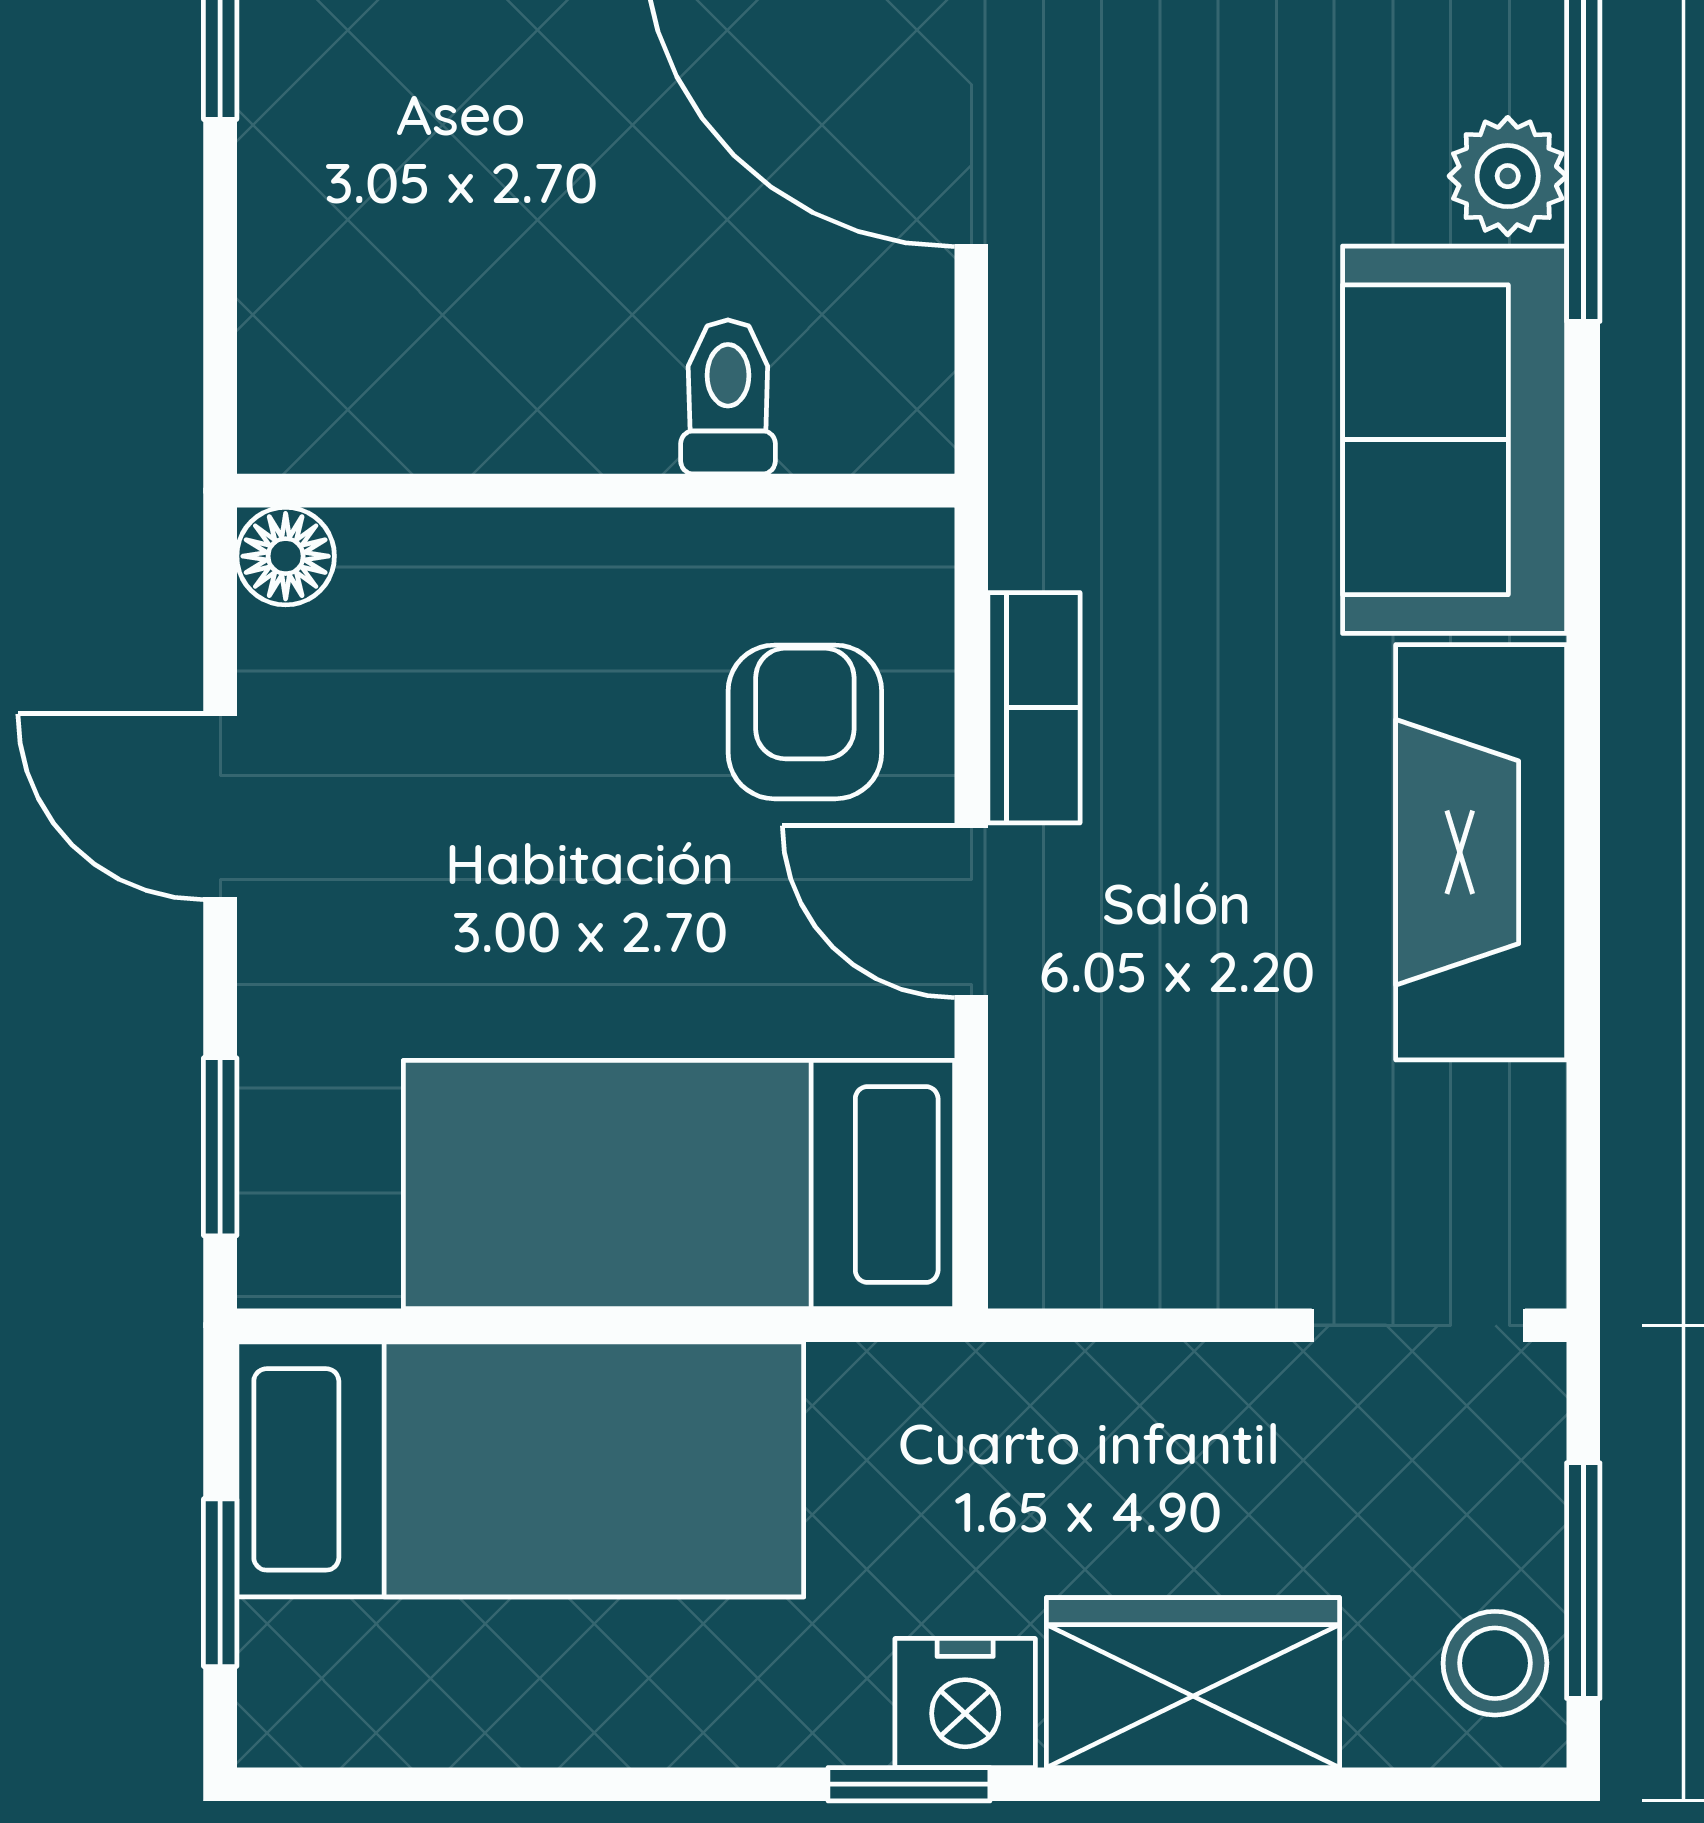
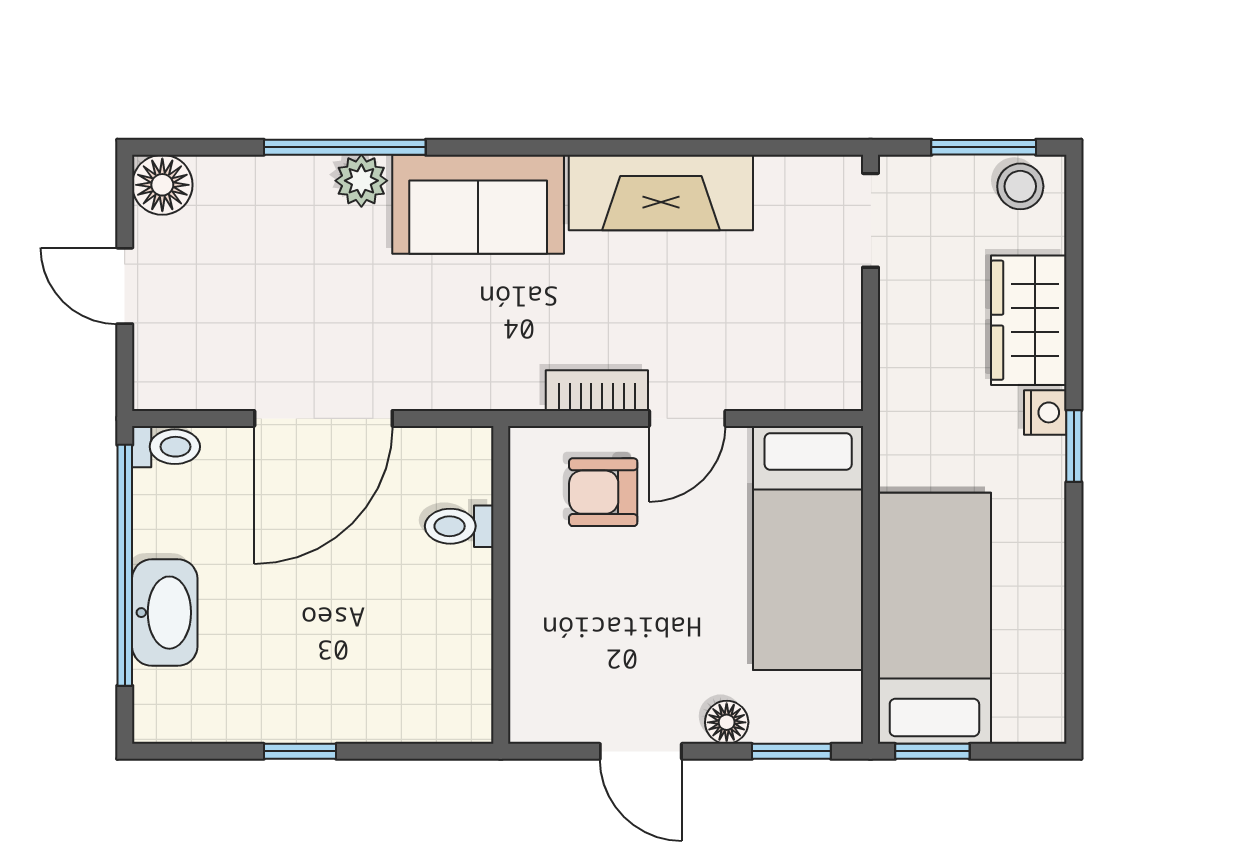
floor lamp: (286, 556) -> (727, 722), moved
door: (220, 807) -> (641, 751), hinge flipped
window: (220, 1583) -> (932, 751), moved
nightstand: (965, 1703) -> (1045, 412), width x0.72, depth x0.74

